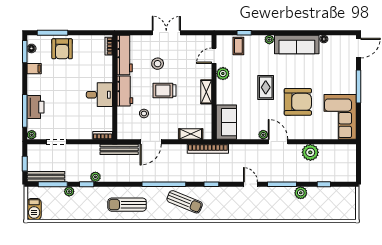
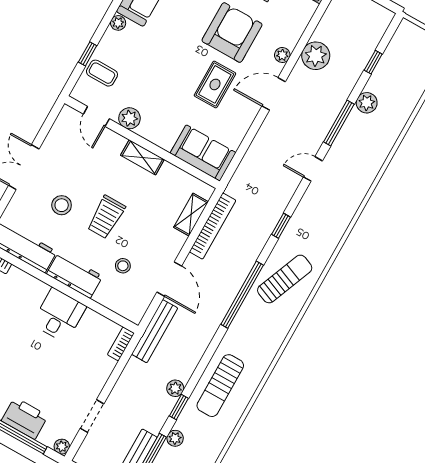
rug: (266, 87) -> (215, 84), moved, turned 90
plant: (263, 135) -> (282, 55), moved
bookcase: (208, 149) -> (213, 226), moved
sun lounger: (127, 205) -> (220, 386), moved

